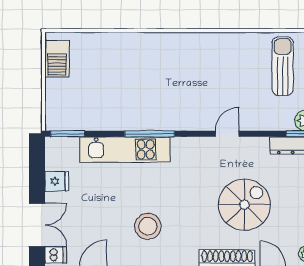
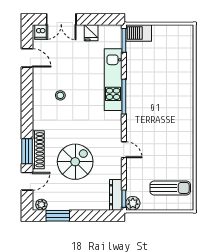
barbecue: (57, 59) -> (139, 33), moved
spiral stairs: (244, 205) -> (75, 162), turned -90
stool: (148, 226) -> (60, 95), width x0.53, depth x0.53

